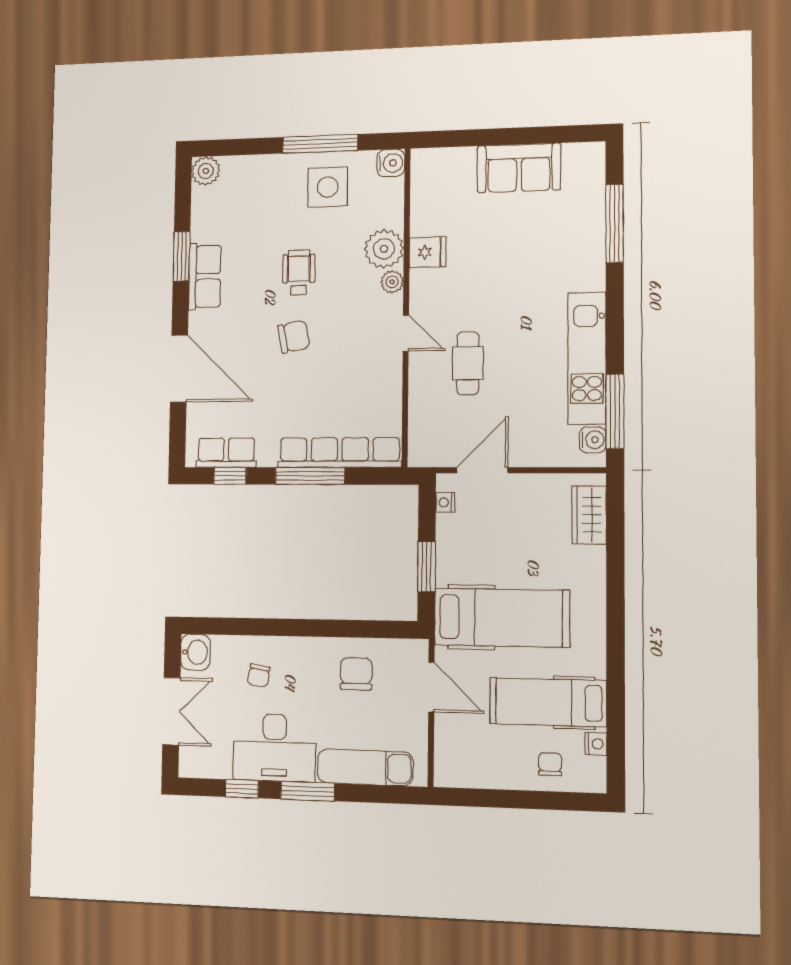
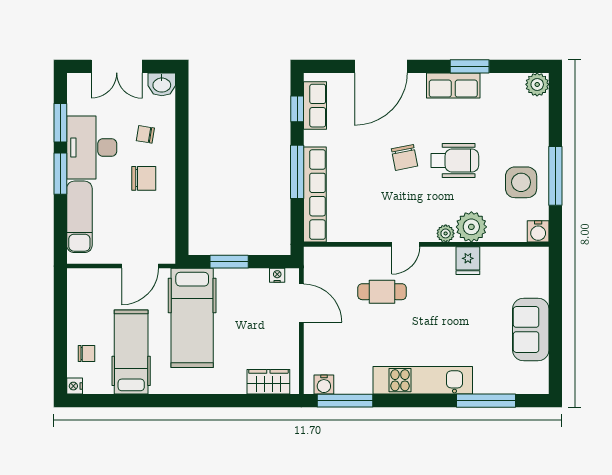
wheelchair: (299, 272) -> (455, 161), width x1.36, depth x1.37
kitchen unit: (587, 358) -> (423, 380), moved
chair: (356, 674) -> (144, 178), moved
nightstand: (596, 744) -> (75, 386), moved, turned 90
window: (242, 789) -> (60, 123), width x1.50

